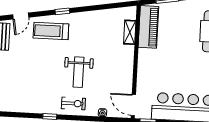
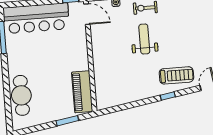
shelving: (130, 32) -> (100, 84), removed

